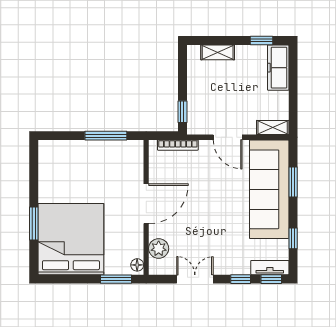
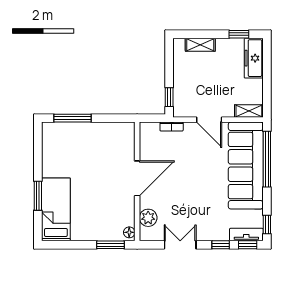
window: (106, 136) -> (73, 118), moved
bookcase: (178, 145) -> (172, 127), width x0.64
window: (293, 182) -> (267, 159), width x2.11
window: (293, 238) -> (267, 224), moved
bed: (71, 239) -> (56, 209), width x0.49

